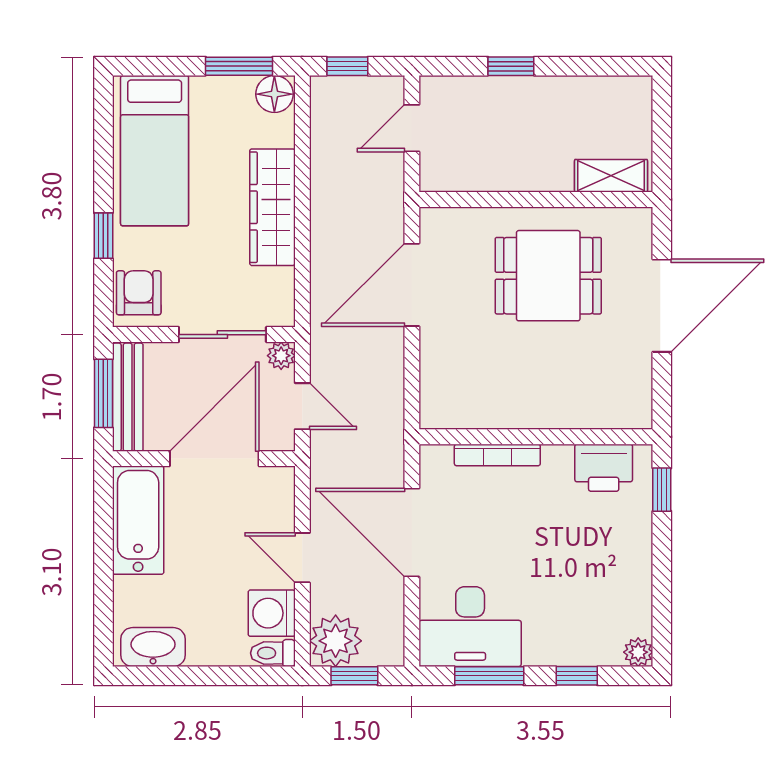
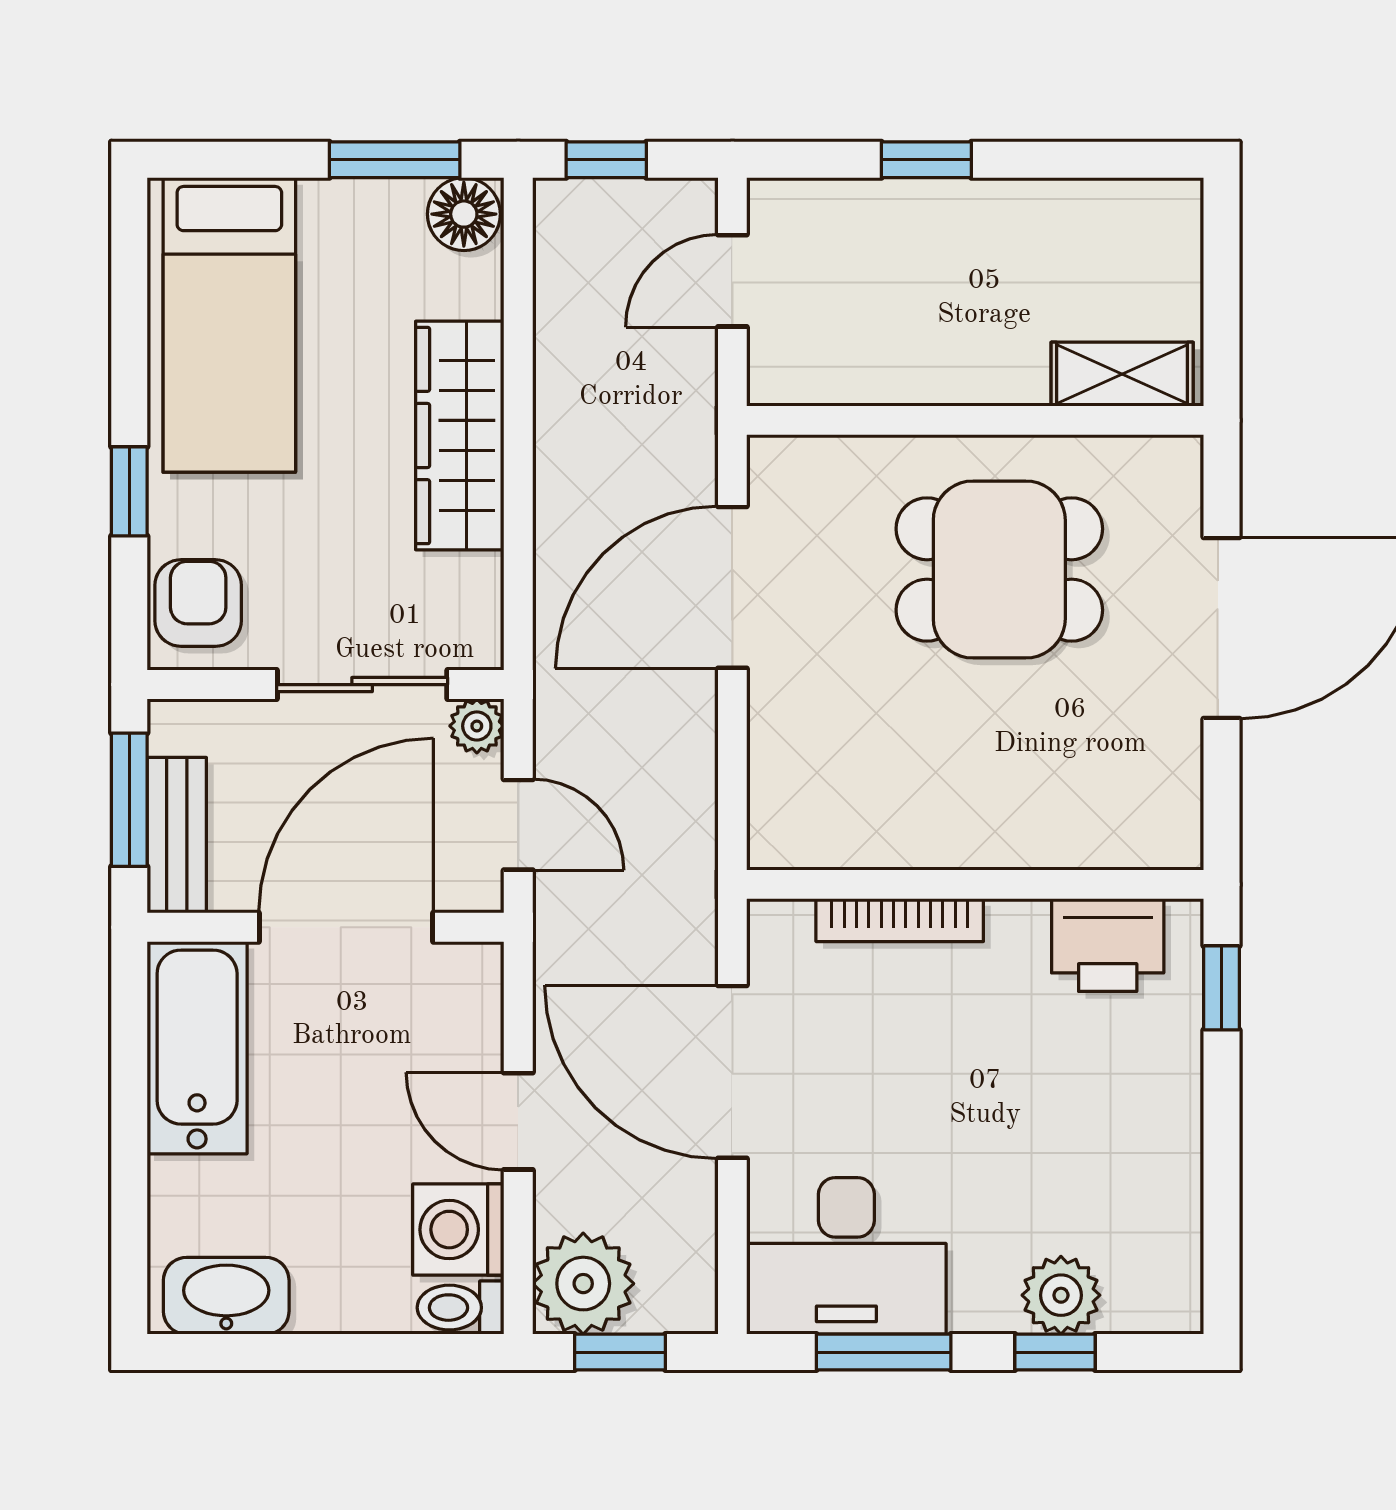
bench: (128, 397) -> (177, 835), width x0.73
plant: (638, 652) -> (1061, 1295), moved, width x1.38, depth x1.38

